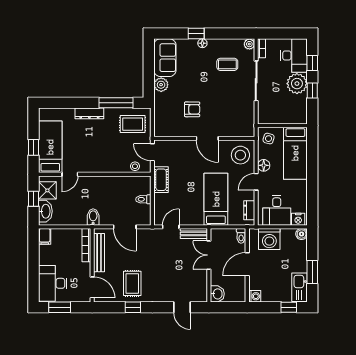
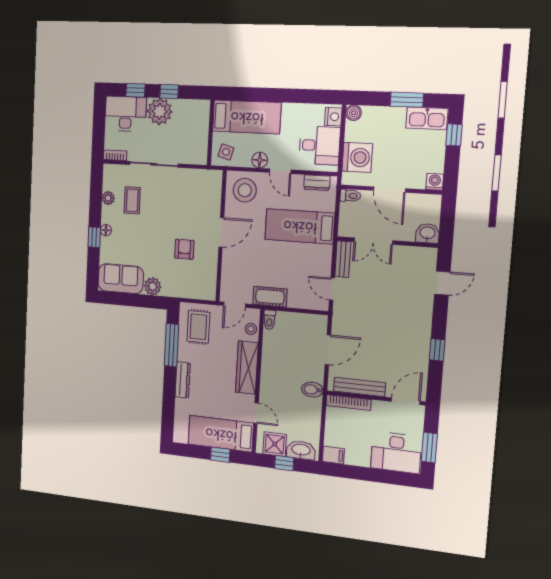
plant: (249, 44) -> (108, 198), moved
wardrobe: (105, 165) -> (247, 368), added
toilet: (143, 199) -> (269, 320), moved
rug: (132, 283) -> (404, 347), removed

